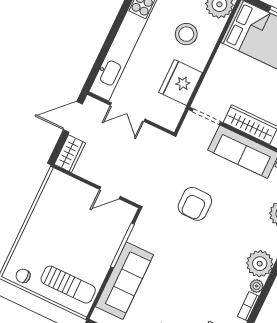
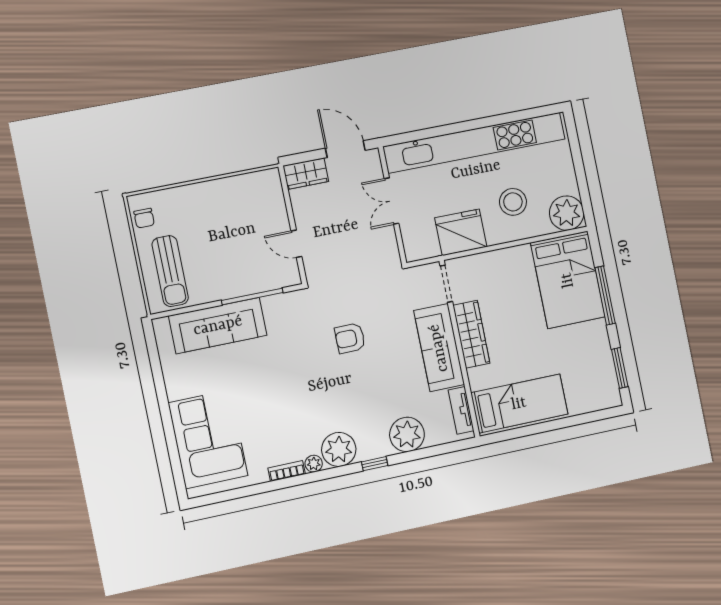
armchair: (195, 204) -> (350, 338), width x0.72, depth x0.72
chair: (23, 276) -> (144, 218), turned 180

